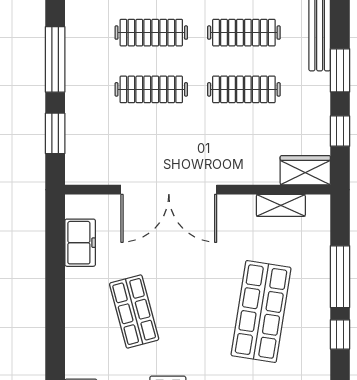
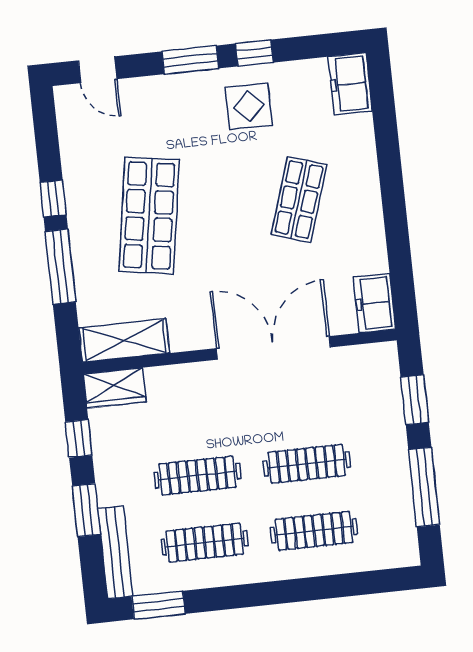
shelving: (281, 205) -> (124, 340), width x1.50, depth x1.33
freezer: (80, 243) -> (375, 303), moved
shop shelf: (134, 311) -> (299, 200), turned 33

